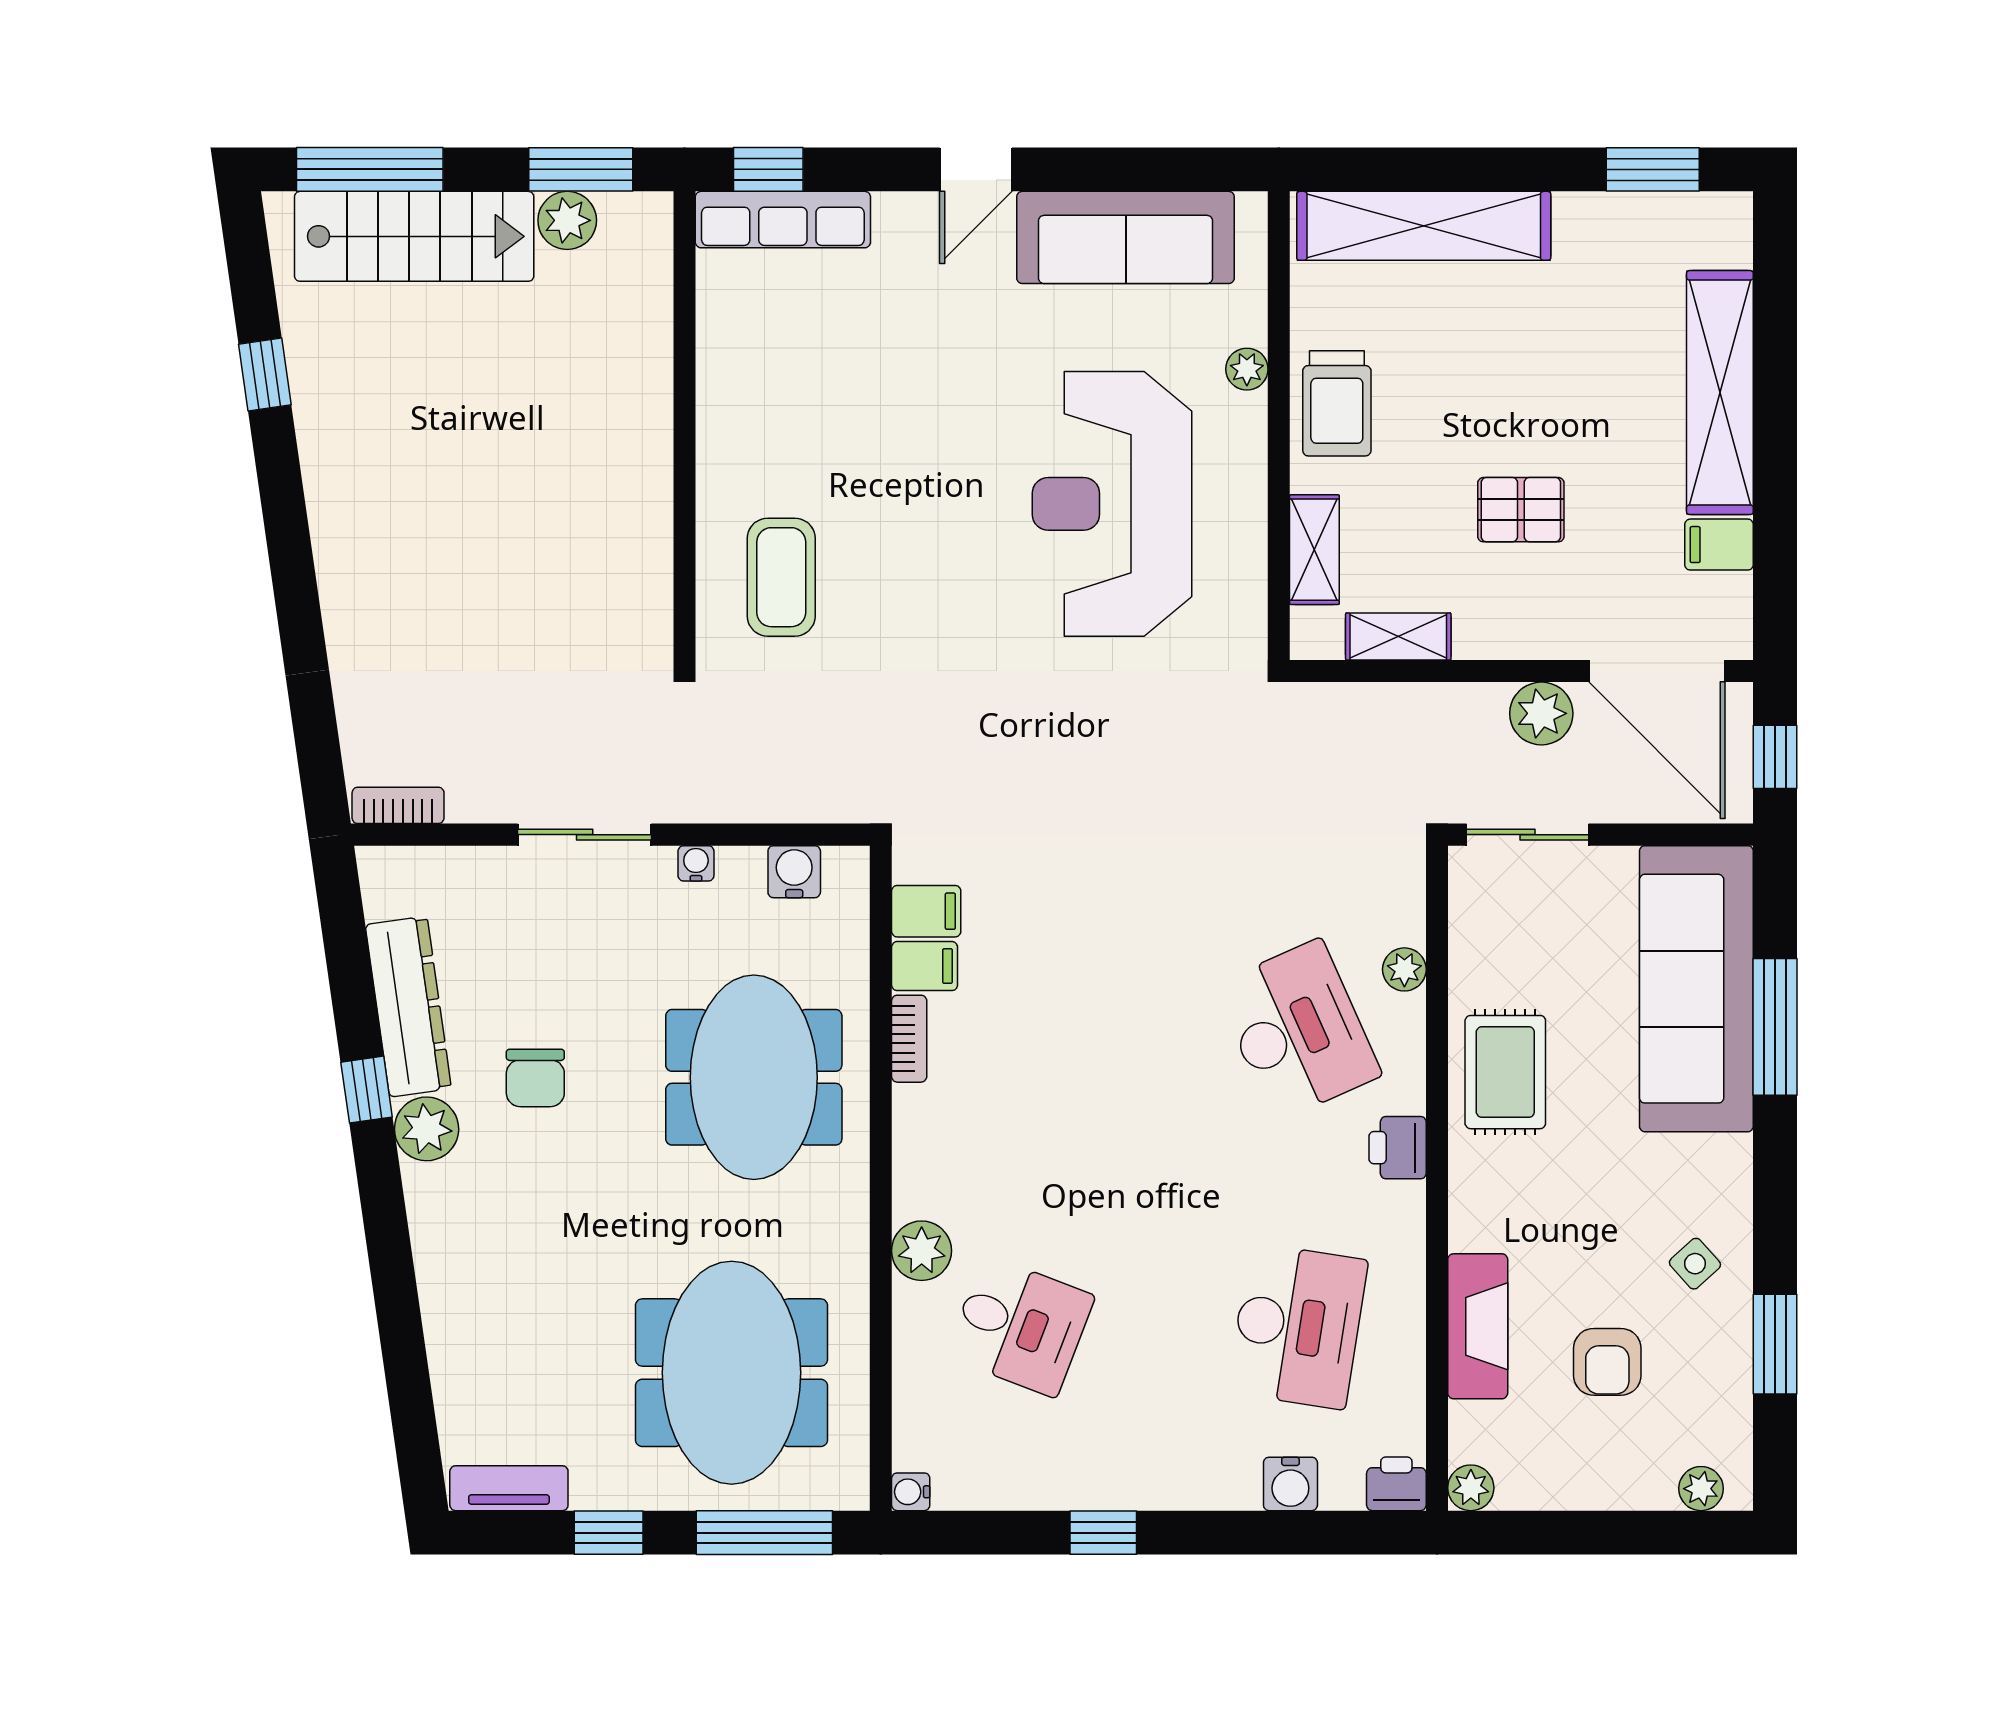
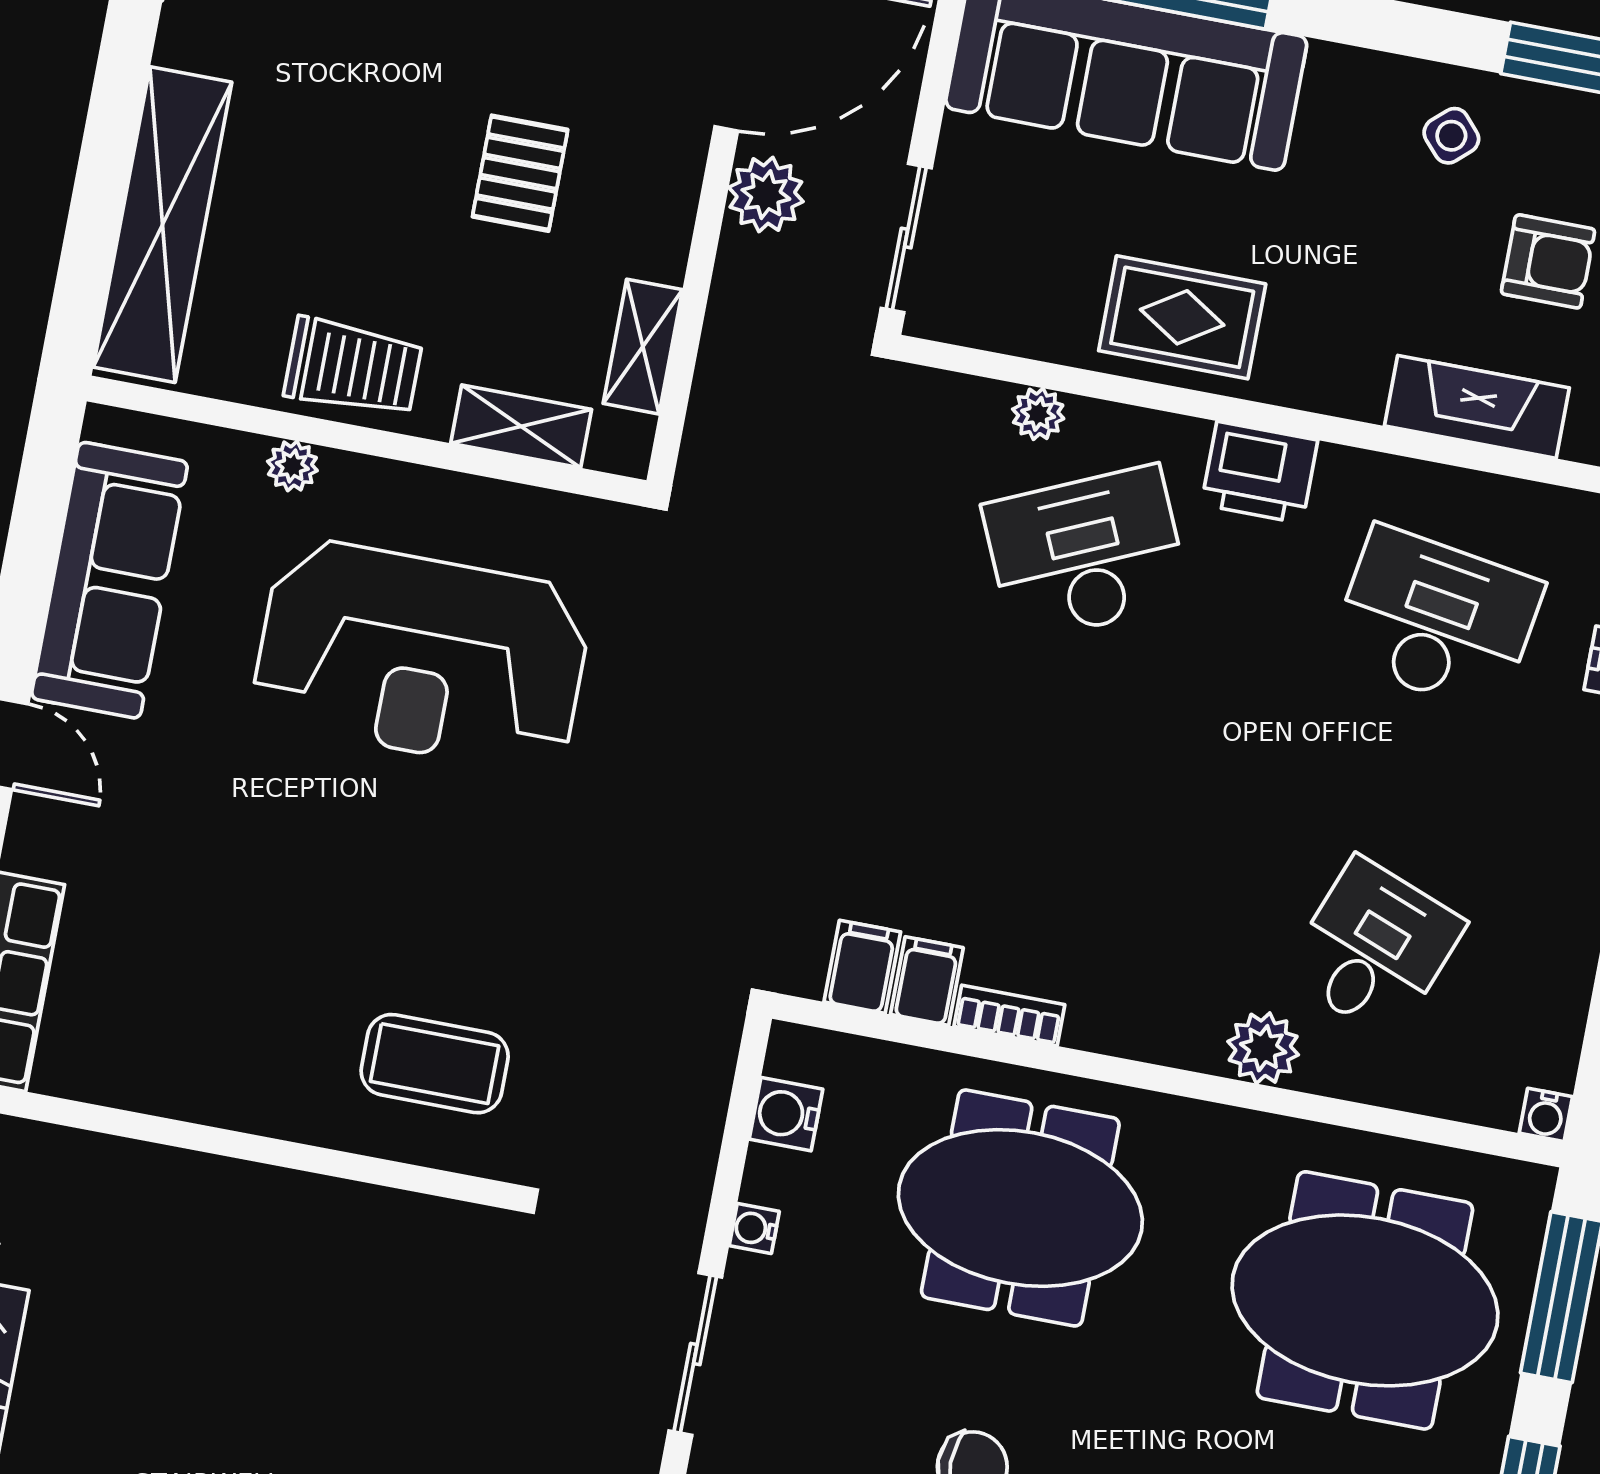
printer: (1398, 1148) -> (1260, 472), width x1.36, depth x1.24

